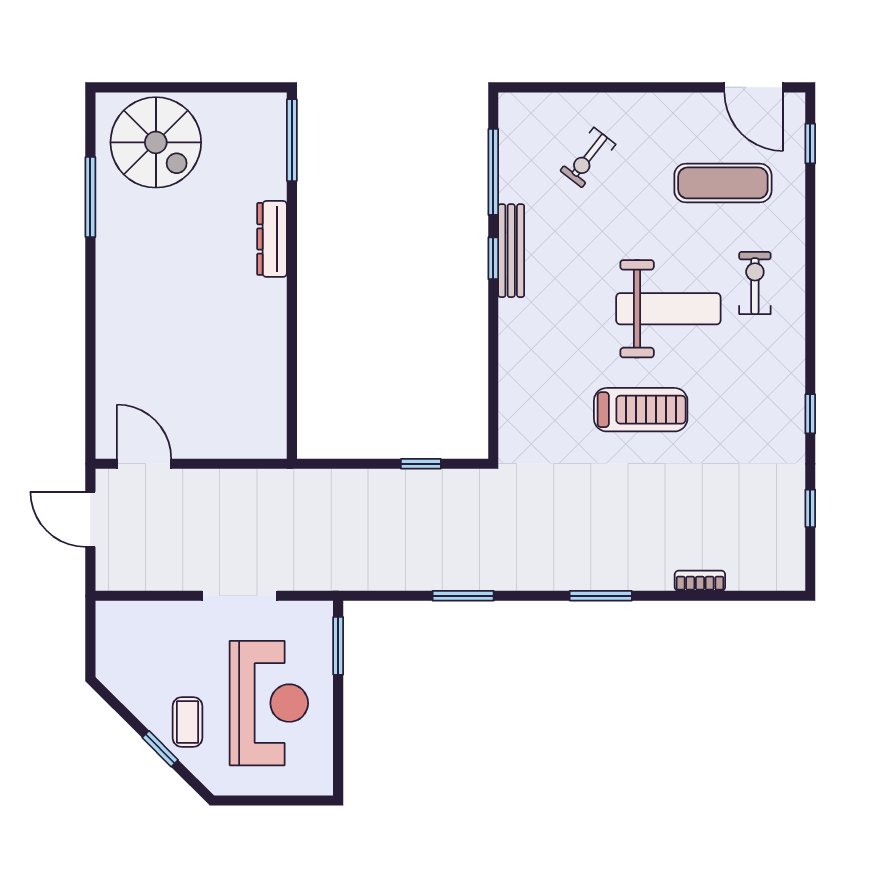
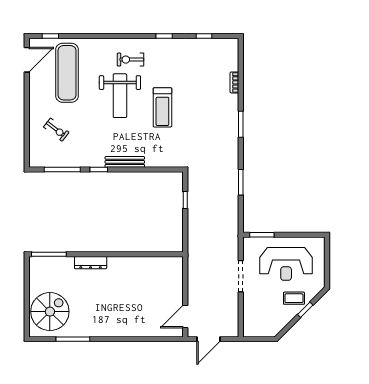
exercise mat: (723, 183) -> (67, 73), width x1.36, depth x1.45
bench: (511, 251) -> (125, 162), moved
exercise bike: (755, 283) -> (130, 60), moved
weight bench: (668, 309) -> (120, 96), turned 180
treadmill: (641, 410) -> (162, 107), turned 180
reception desk: (269, 703) -> (286, 264), turned 180

